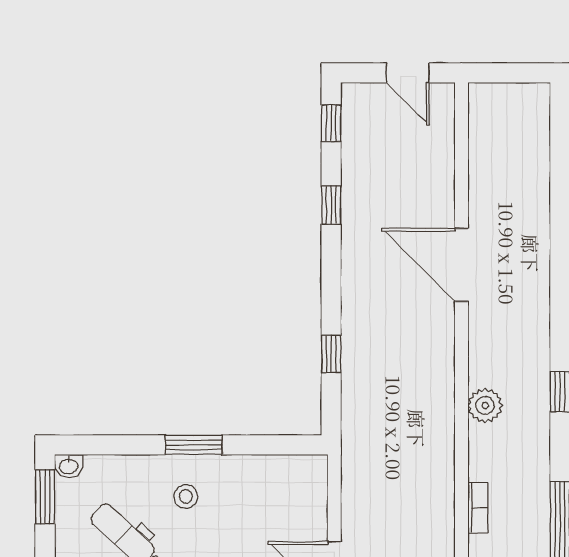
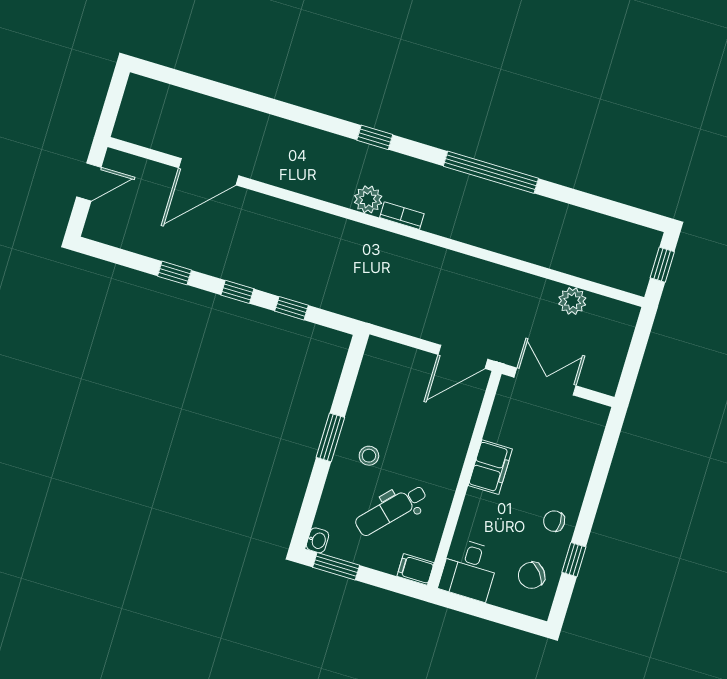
window: (331, 123) -> (237, 292), moved
door: (461, 265) -> (209, 172), moved
bookcase: (478, 508) -> (402, 216), moved

